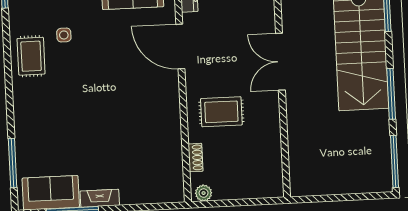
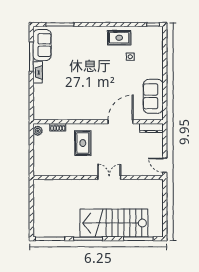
double door: (280, 62) -> (109, 178), width x0.73

